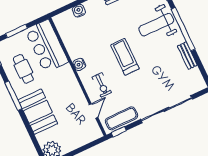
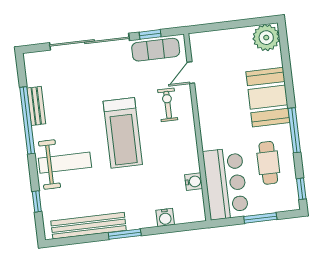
window: (183, 29) -> (27, 120), moved
treadmill: (125, 57) -> (123, 133), width x1.37, depth x1.37
water cooler: (79, 64) -> (194, 182), moved
window: (119, 132) -> (150, 34), moved

